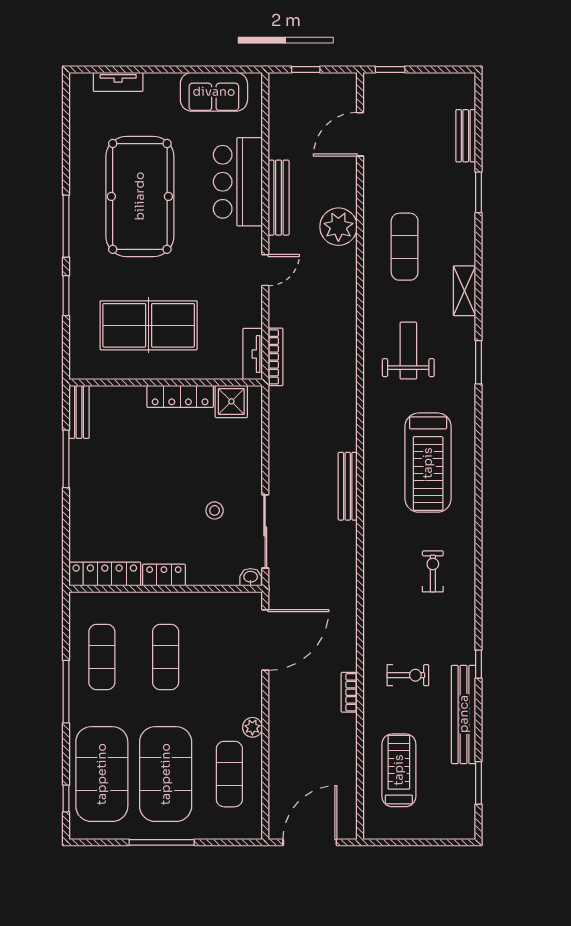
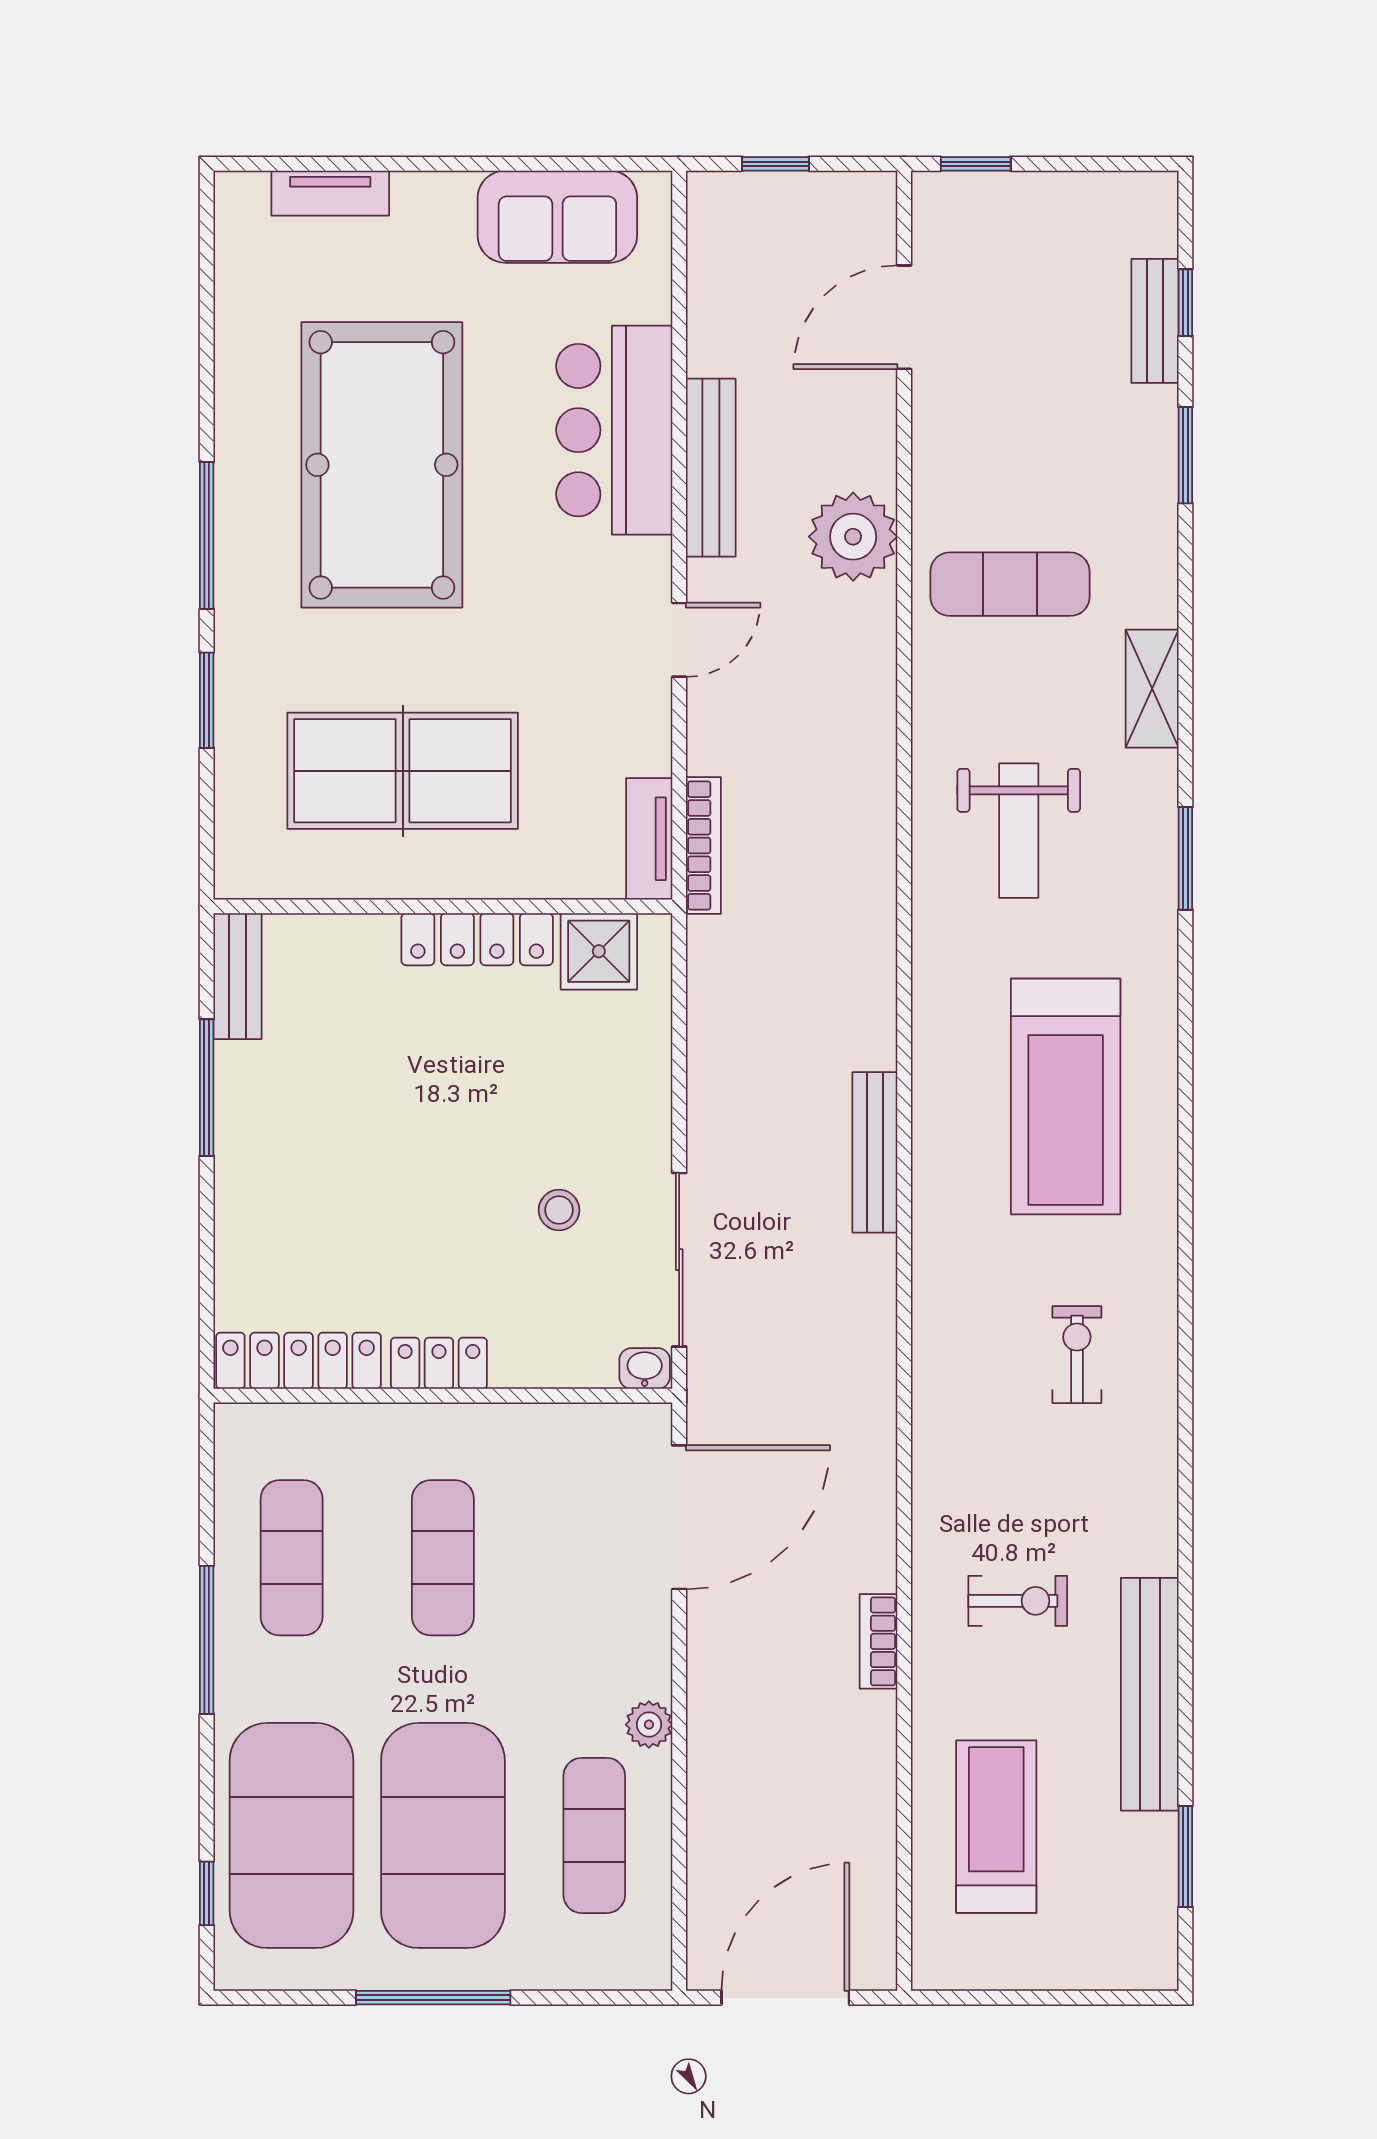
exercise mat: (405, 247) -> (1010, 584), turned 90
weight bench: (408, 351) -> (1019, 831), turned 180
window: (479, 664) -> (1185, 303), moved

